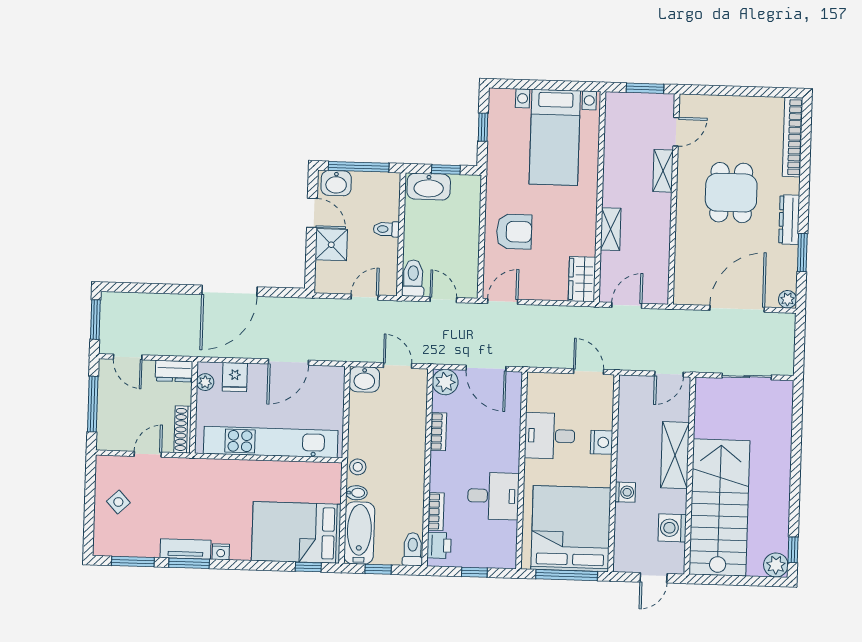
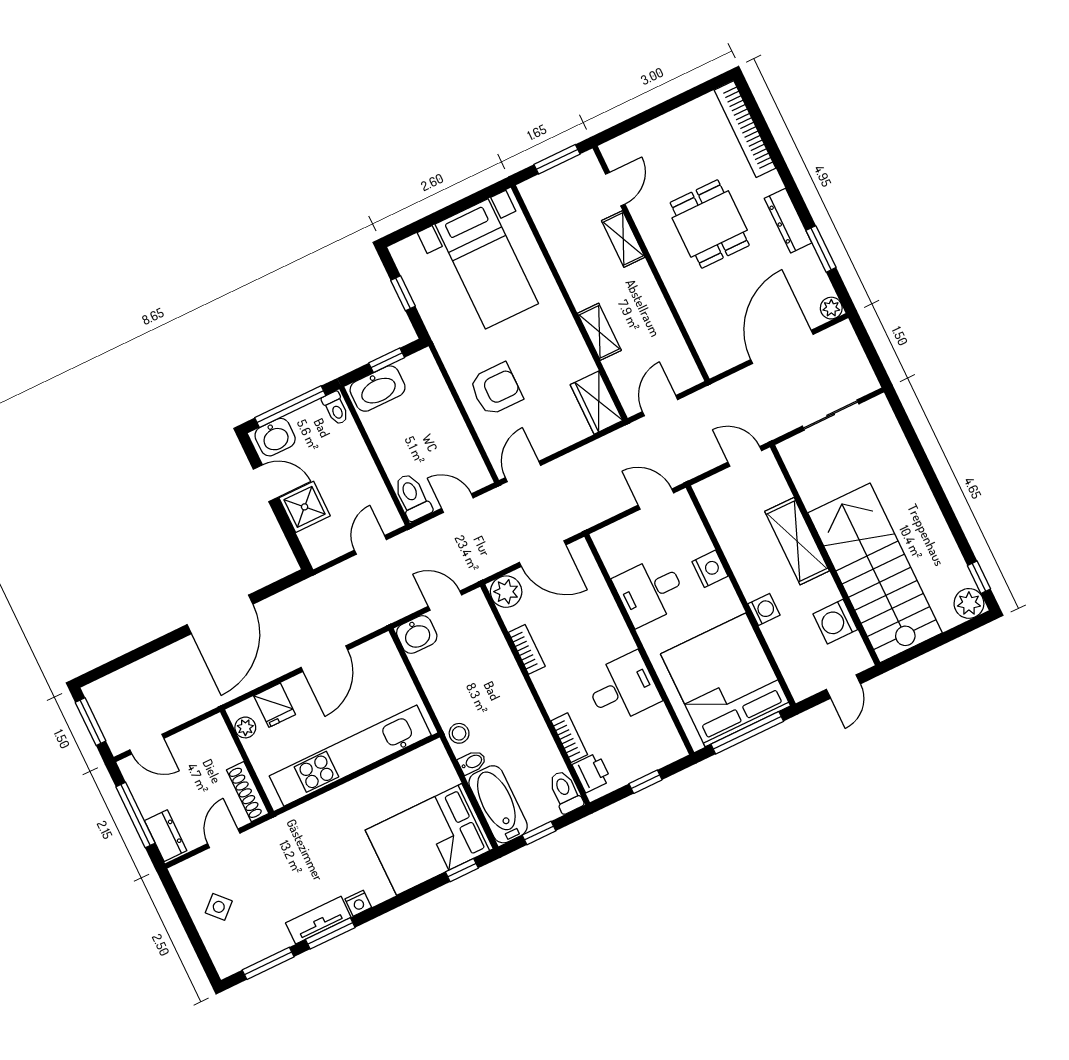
toilet: (386, 229) -> (336, 408), moved, turned -90
dresser: (174, 371) -> (166, 836), moved, turned -90
door: (669, 374) -> (745, 456), swing flipped

